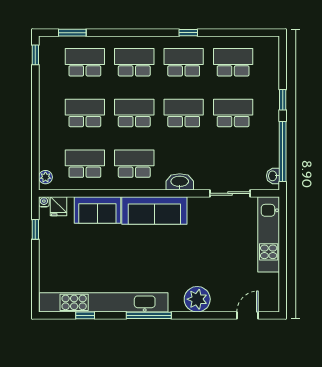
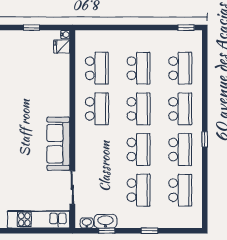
window: (72, 33) -> (205, 58), removed
window: (188, 33) -> (205, 139), moved
window: (283, 151) -> (107, 231), width x0.32
plant: (45, 177) -> (86, 36), removed
washbasin: (180, 182) -> (105, 221), moved, turned -90
sofa: (97, 210) -> (59, 79), removed
sofa: (154, 210) -> (58, 144), moved
window: (35, 229) -> (32, 28), moved

